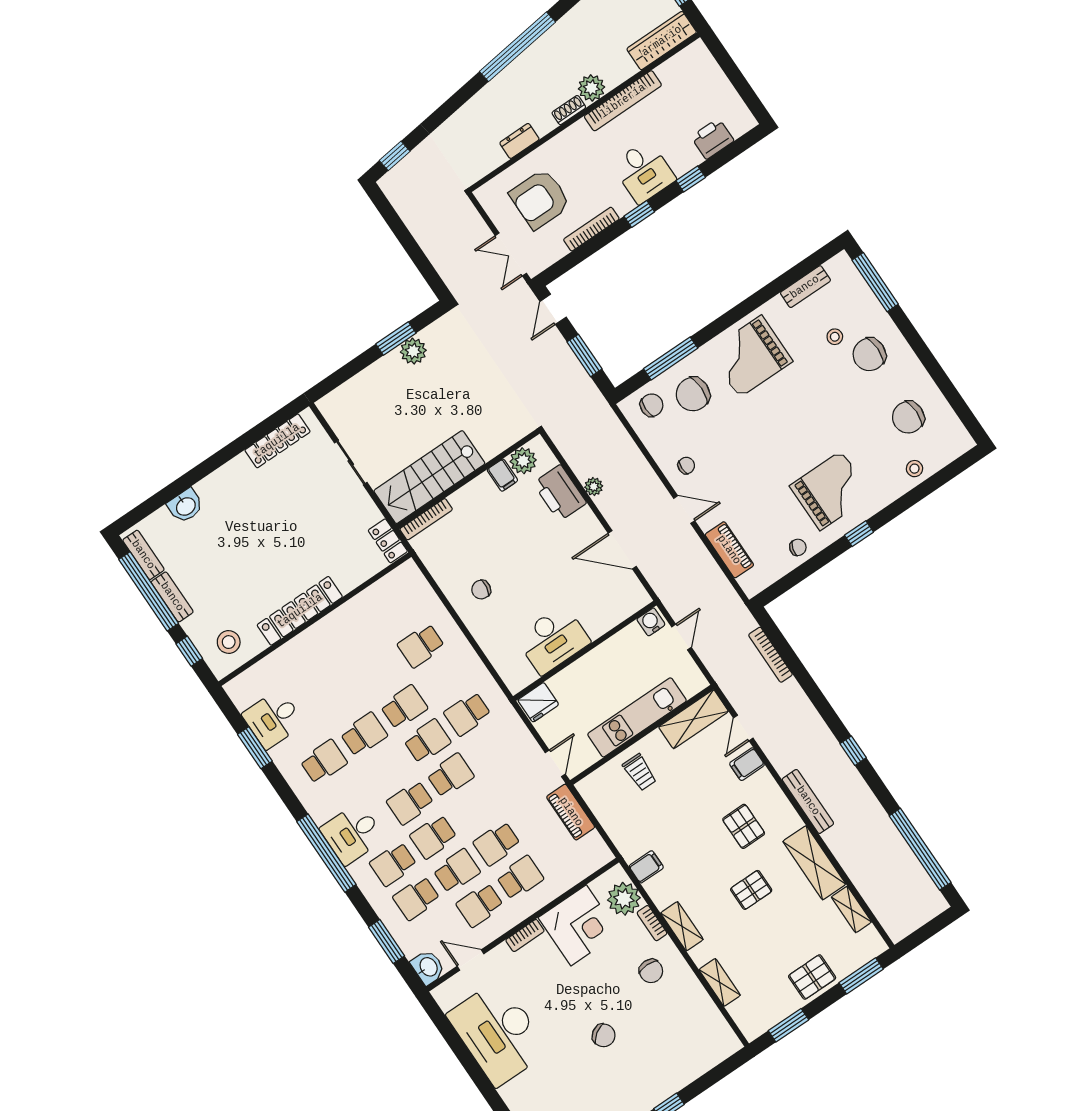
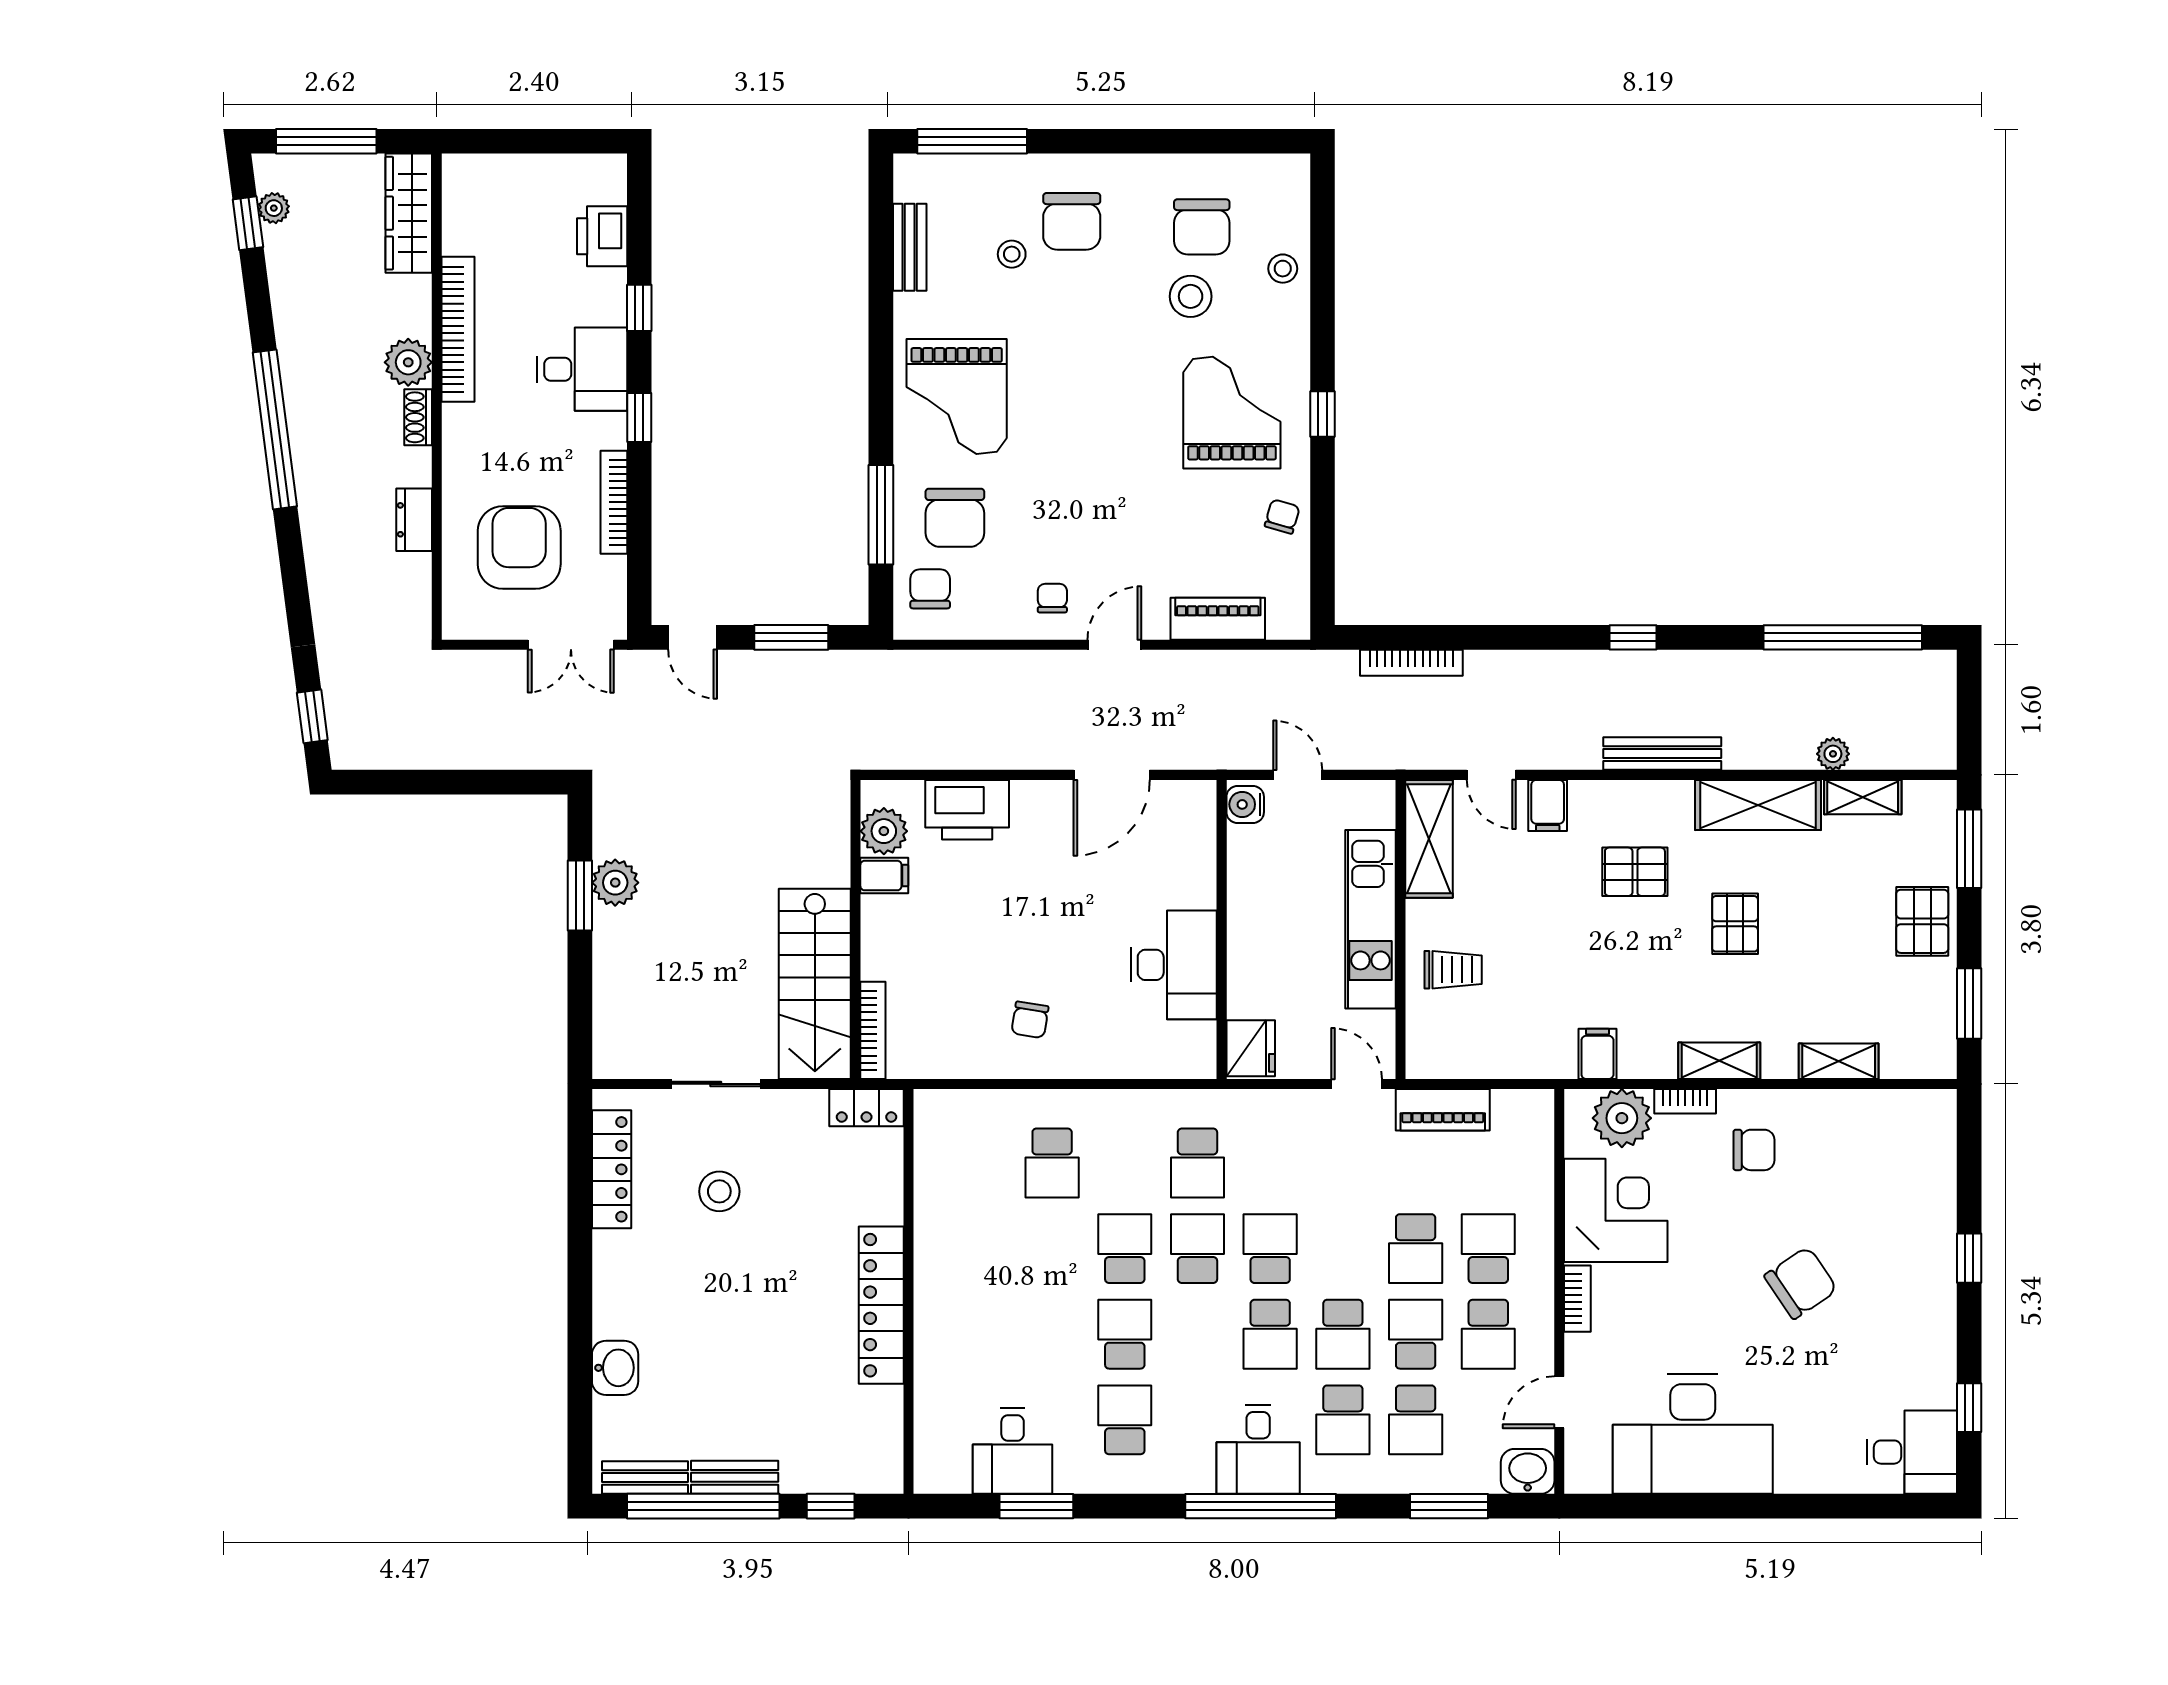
armchair: (540, 199) -> (519, 547), turned 180
stool: (872, 434) -> (1191, 296), added
plant: (594, 487) -> (1833, 754), moved
stool: (229, 642) -> (719, 1191), moved
chair: (604, 1035) -> (1801, 1283), width x1.37, depth x1.37

